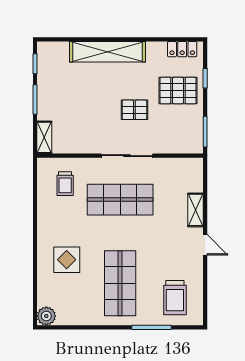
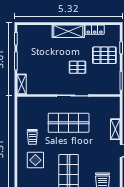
locker: (182, 49) -> (95, 30), moved
shelving: (108, 52) -> (68, 31), width x0.68
trolley: (65, 184) -> (32, 137), moved

